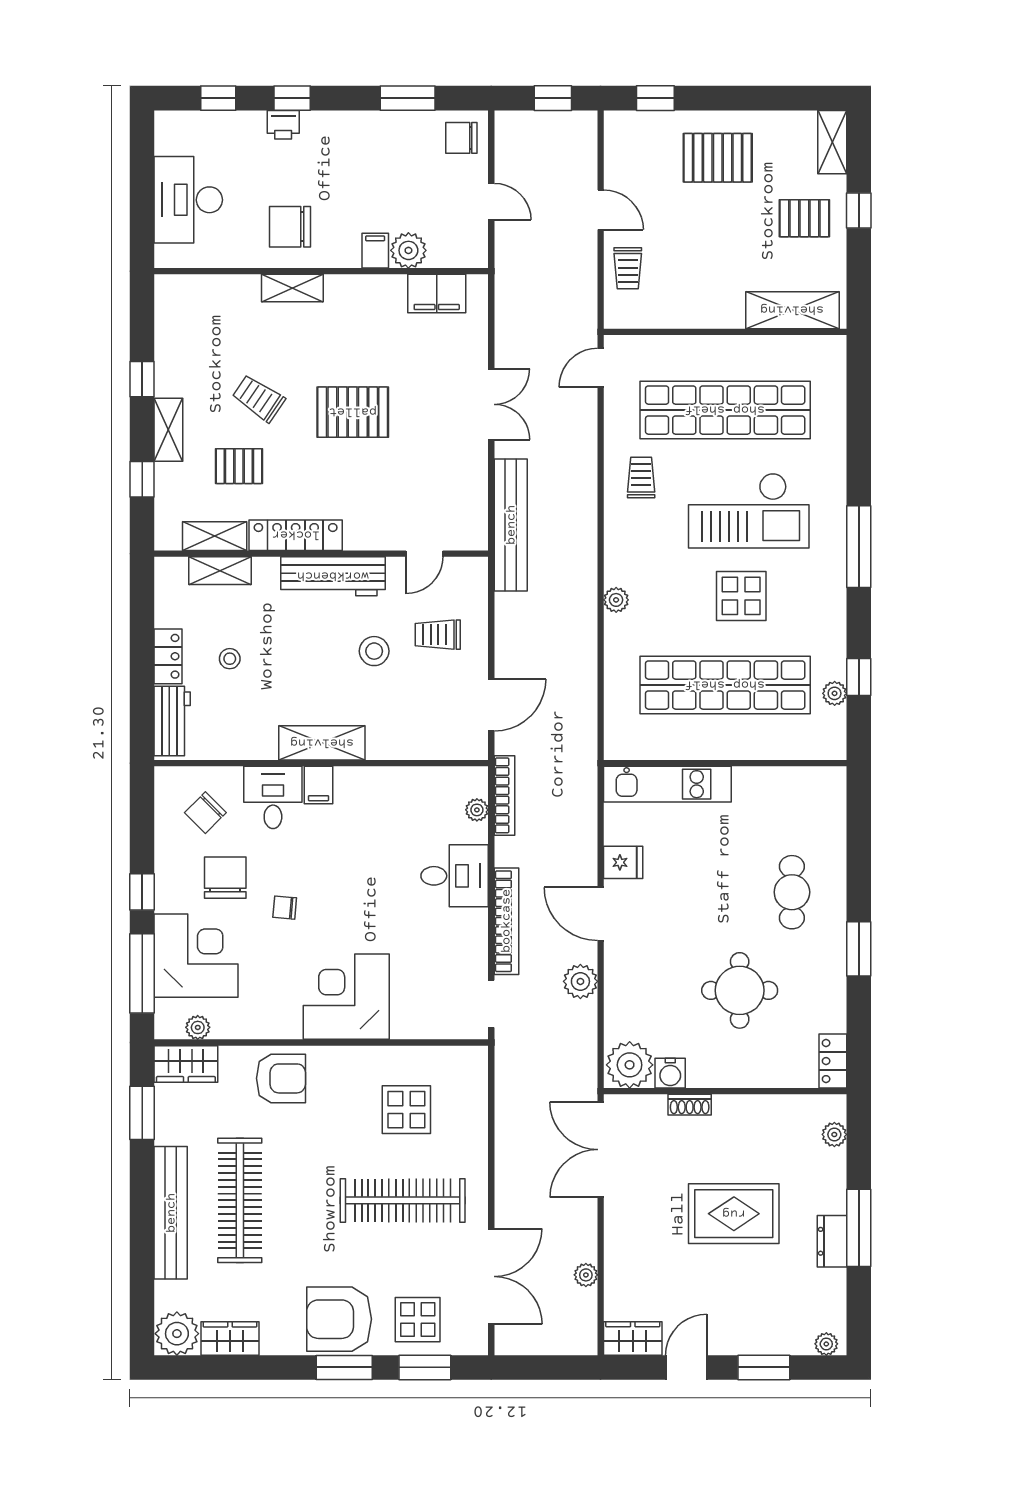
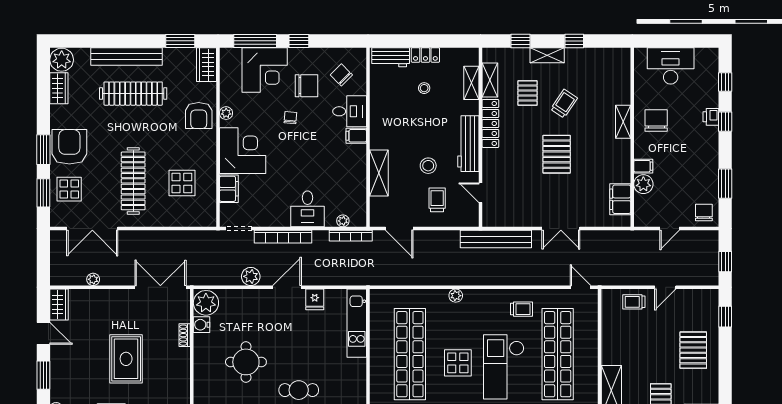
shelving: (322, 743) -> (379, 173), moved
filing cabinet: (417, 1022) -> (229, 189), added
plant: (198, 1027) -> (226, 113), moved

